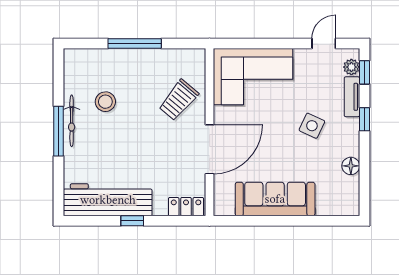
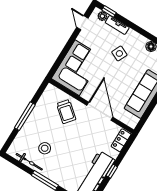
window: (364, 119) -> (132, 26), removed
bicycle: (72, 121) -> (29, 162), moved

